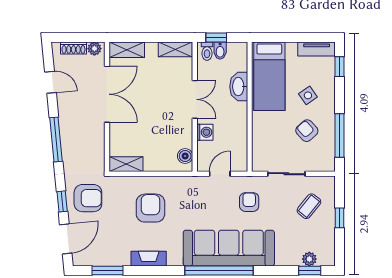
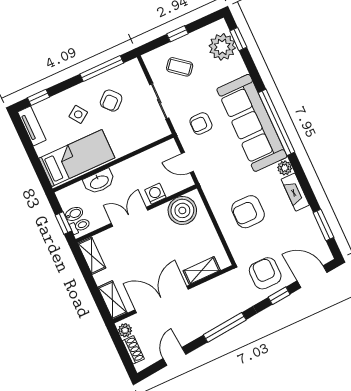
boiler: (185, 156) -> (182, 210), width x1.86, depth x1.86
shelving: (126, 164) -> (202, 270), moved, turned 90
plant: (175, 259) -> (285, 168), added
plant: (309, 259) -> (222, 47), width x1.88, depth x1.88

